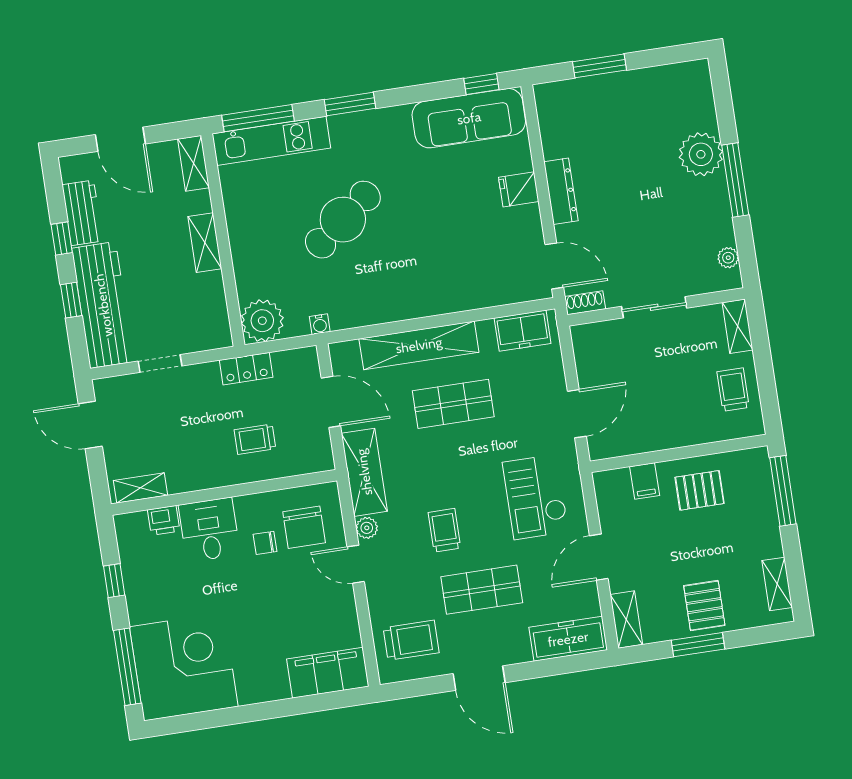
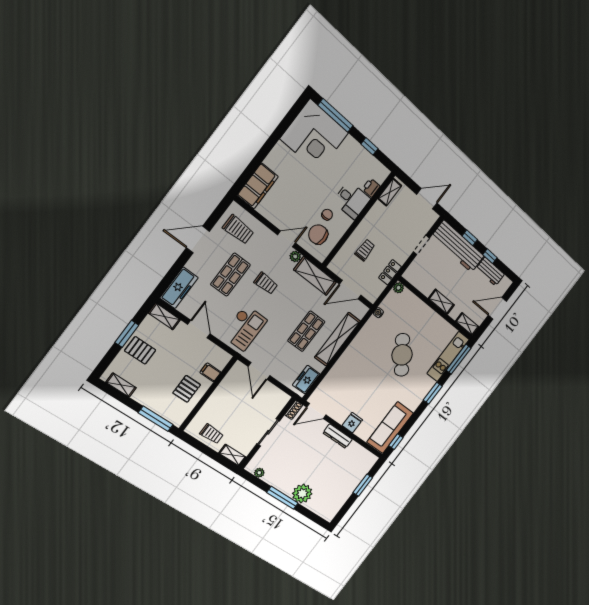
plant: (262, 321) -> (399, 288), width x0.53, depth x0.53
checkout: (536, 497) -> (244, 328), turned 90
trolley: (411, 640) -> (238, 229), turned -90

